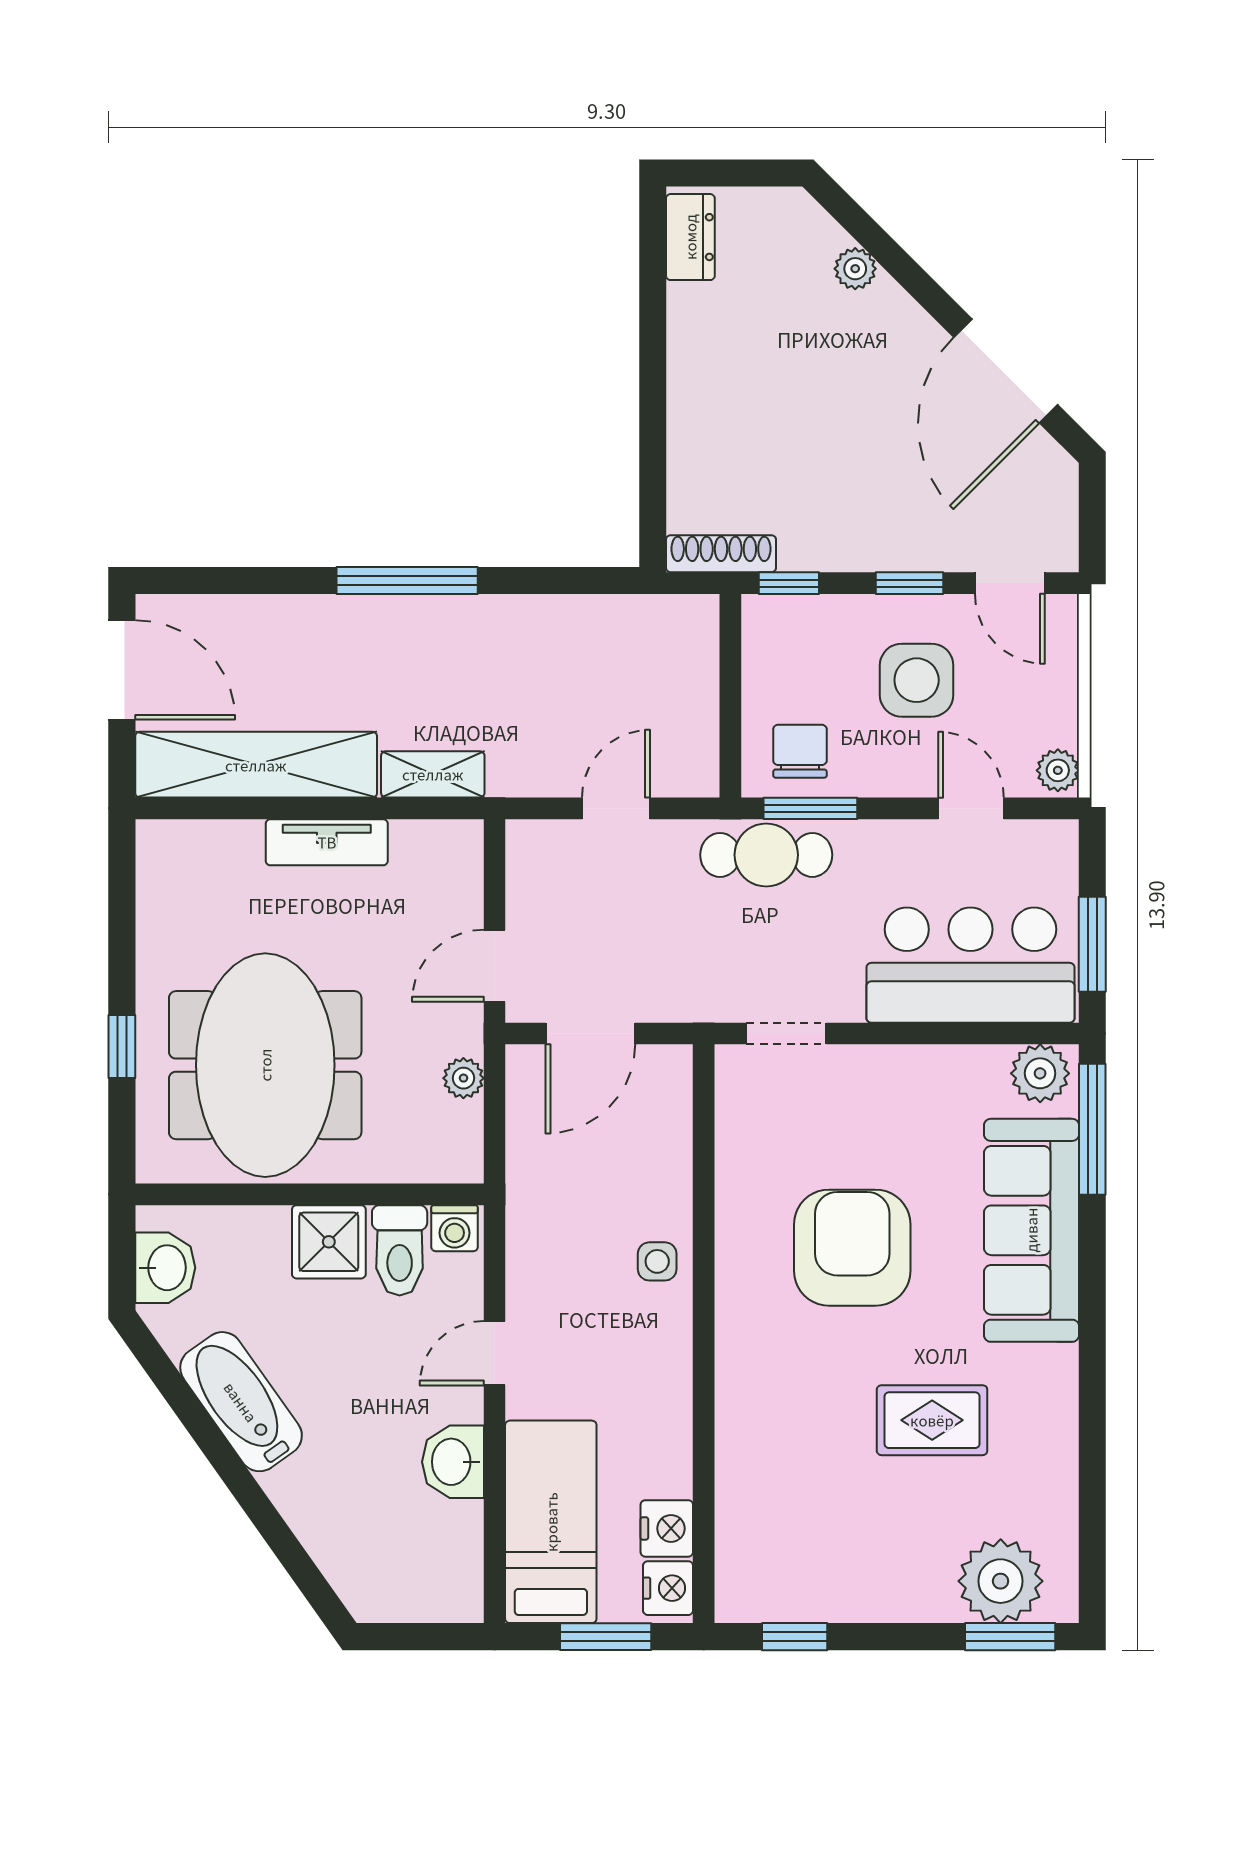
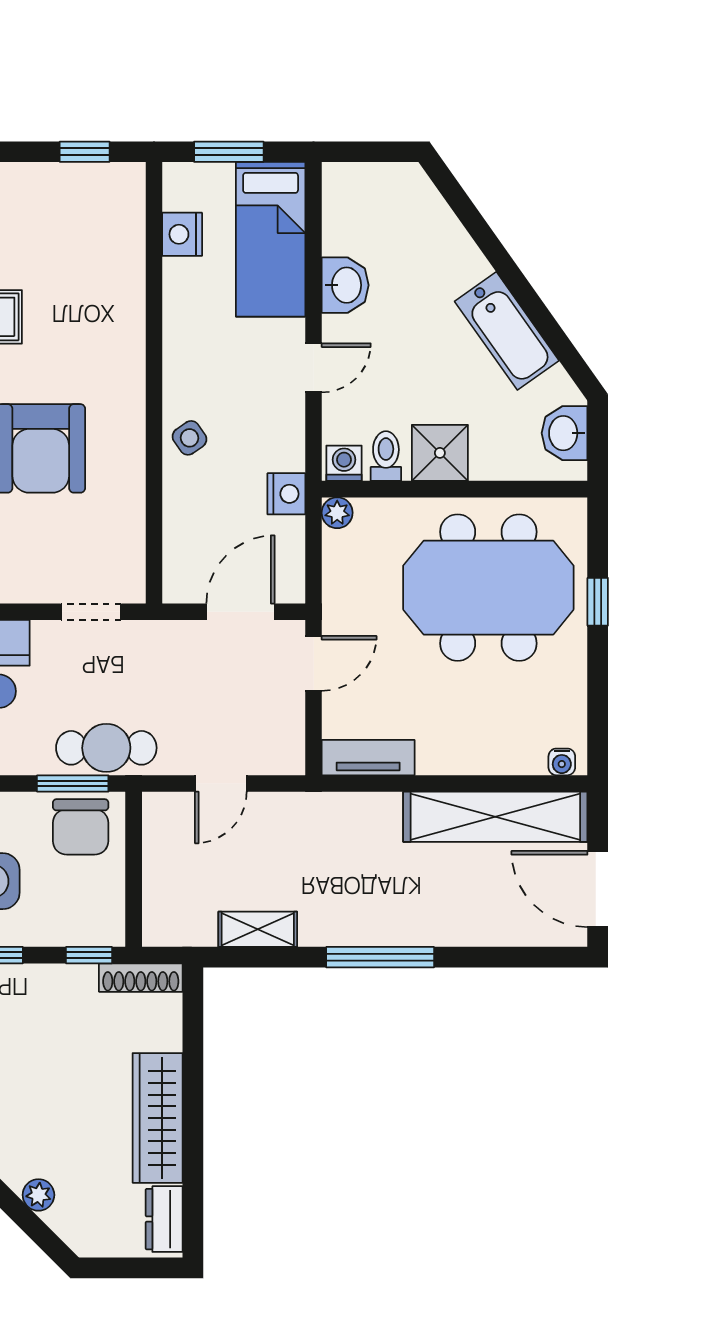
wardrobe: (699, 370) -> (158, 1118), added
chair: (800, 751) -> (81, 827), width x1.37, depth x1.37
shelving: (433, 774) -> (258, 929), moved
water cooler: (169, 837) -> (562, 762), added
tv unit: (327, 842) -> (368, 758), moved
meeting table: (265, 1065) -> (488, 588), turned 90
plant: (463, 1078) -> (337, 513), moved
toilet: (400, 1250) -> (386, 456), width x0.73, depth x0.72
side table: (657, 1261) -> (189, 438), turned -35
nightstand: (668, 1588) -> (286, 494), moved, turned 180

